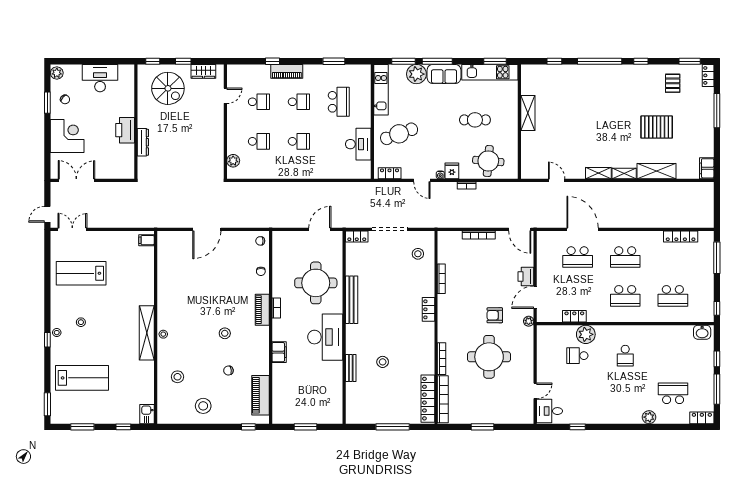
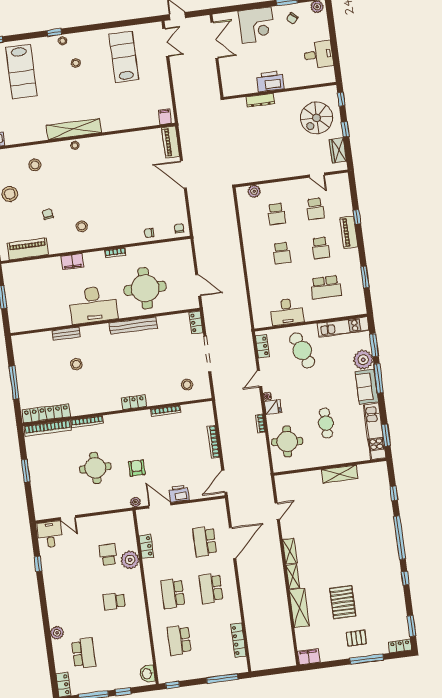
desk: (100, 78) -> (318, 55), width x0.73
pallet: (673, 83) -> (356, 638), moved
piano: (262, 310) -> (171, 142), moved, turned -90
stool: (225, 333) -> (82, 226), moved
round table: (489, 357) -> (95, 468), width x0.73, depth x0.73

